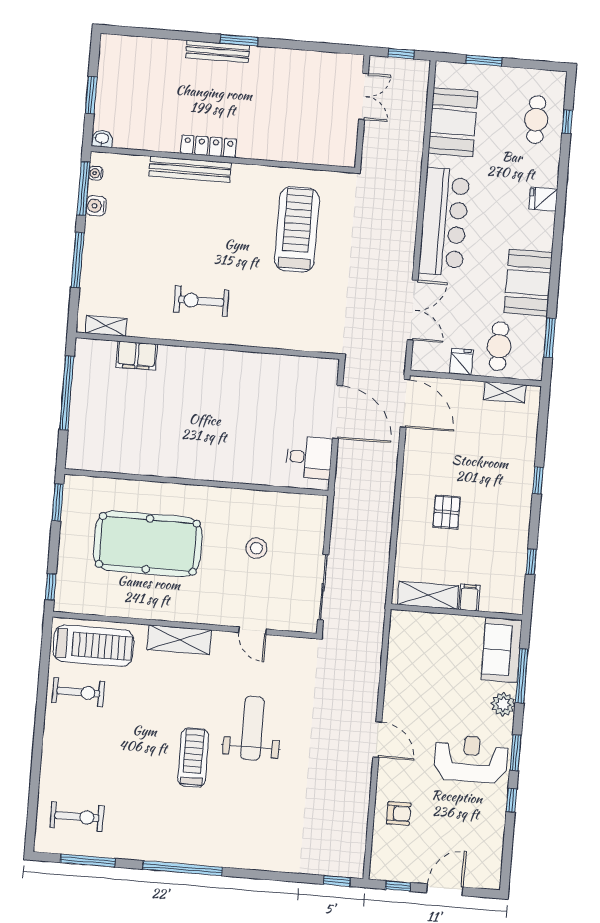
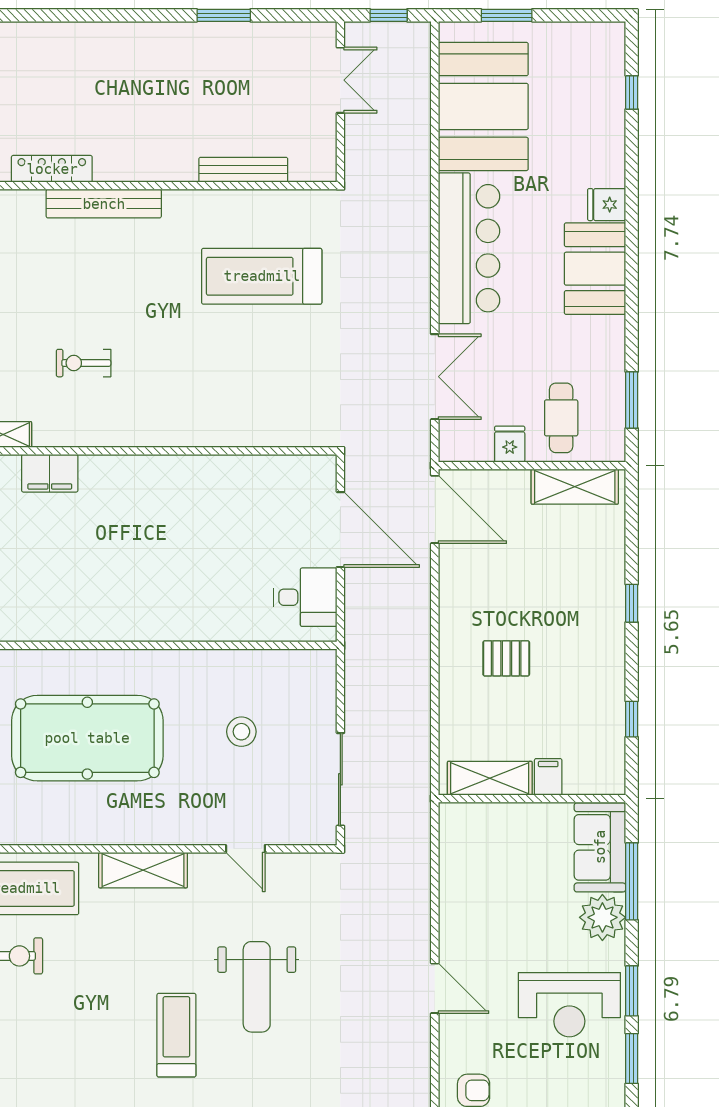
window: (239, 40) -> (224, 15), moved
bench: (218, 52) -> (243, 170), moved
cafe table: (536, 120) -> (587, 93), removed
booth: (453, 122) -> (483, 106), width x1.36, depth x1.42
locker: (209, 146) -> (52, 169), moved
treadmill: (297, 230) -> (262, 276), turned -90
booth: (528, 283) -> (595, 269), moved
exercise bike: (201, 301) -> (84, 363), moved, width x0.73, depth x0.72
shelving: (505, 392) -> (575, 487), width x1.50, depth x1.33
pallet: (447, 512) -> (506, 658), turned 90
plant: (503, 704) -> (602, 917), width x1.36, depth x1.36
weight bench: (252, 728) -> (257, 987), turned 180
reception desk: (471, 759) -> (569, 1005), turned 180
window: (512, 800) -> (632, 1058), width x1.50

